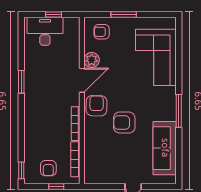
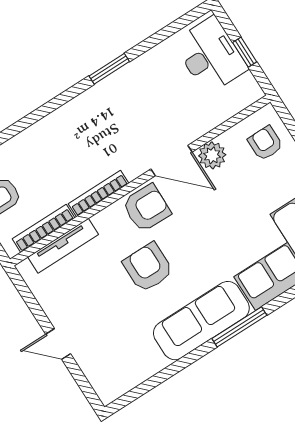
window: (179, 111) -> (239, 327), moved
sofa: (165, 148) -> (201, 321), moved
tv unit: (89, 155) -> (63, 246), added

